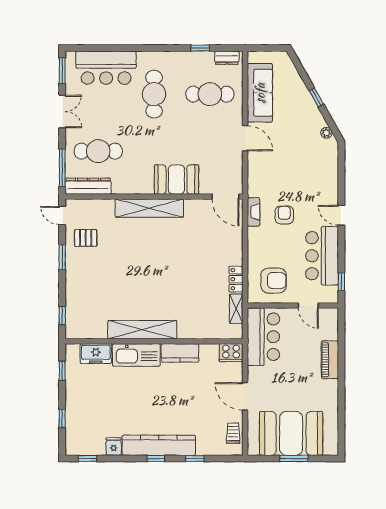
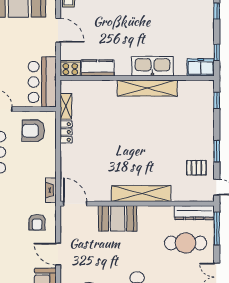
armchair: (284, 215) -> (37, 222), moved
kitchen counter: (180, 353) -> (98, 68), moved
freezer: (96, 354) -> (201, 67), moved

